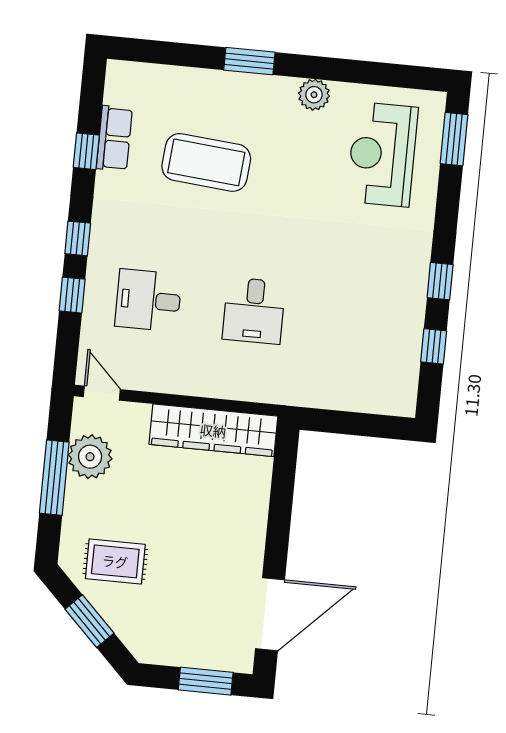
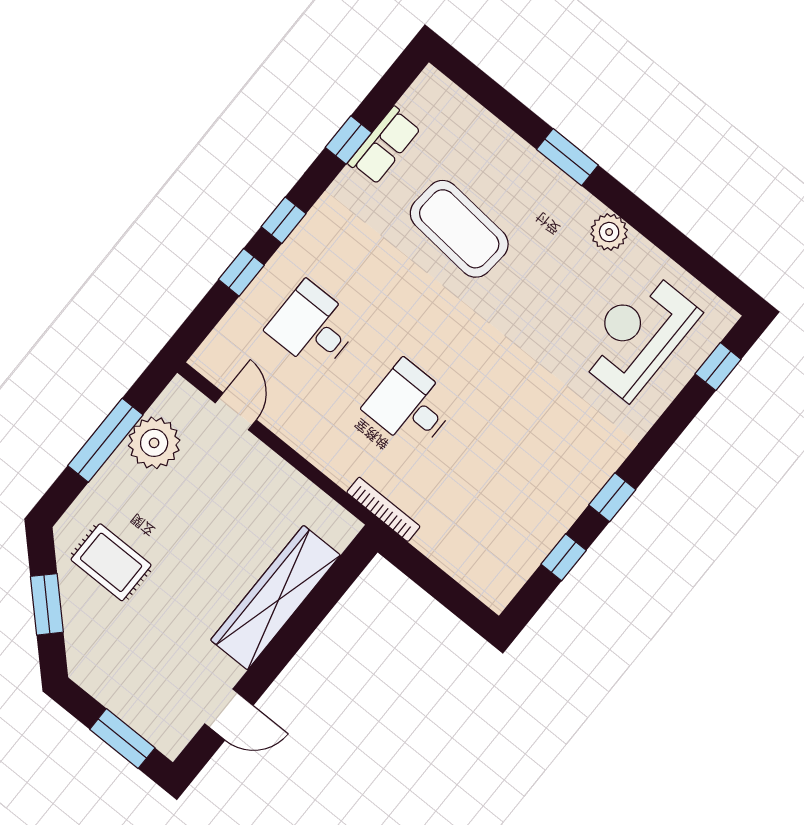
window: (454, 139) -> (718, 367), width x0.67
desk: (254, 311) -> (410, 406), turned 90
door: (102, 393) -> (236, 411), moved
bookcase: (284, 397) -> (383, 509), added
wardrobe: (213, 430) -> (275, 598), moved, turned 90
door: (270, 614) -> (229, 715), width x0.53

